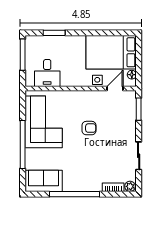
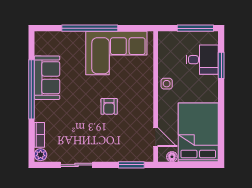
desk: (47, 73) -> (202, 60), moved, turned 180
side table: (97, 80) -> (167, 84), moved
sofa: (44, 181) -> (47, 78), moved

